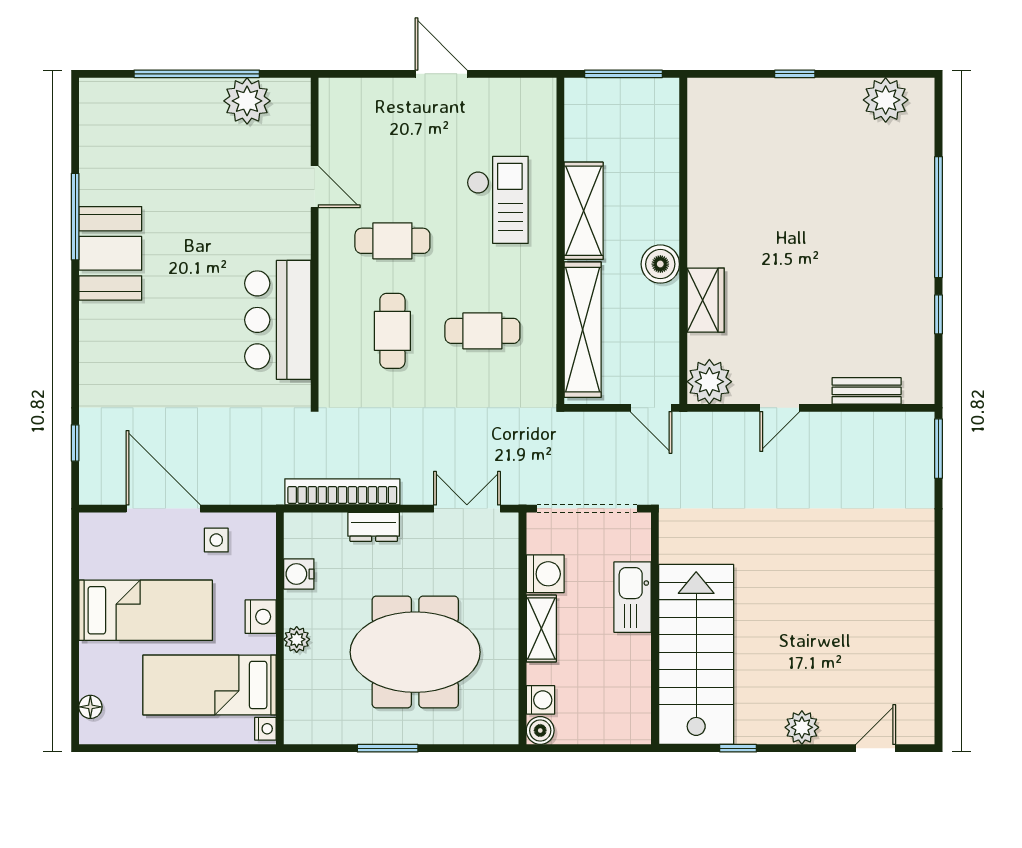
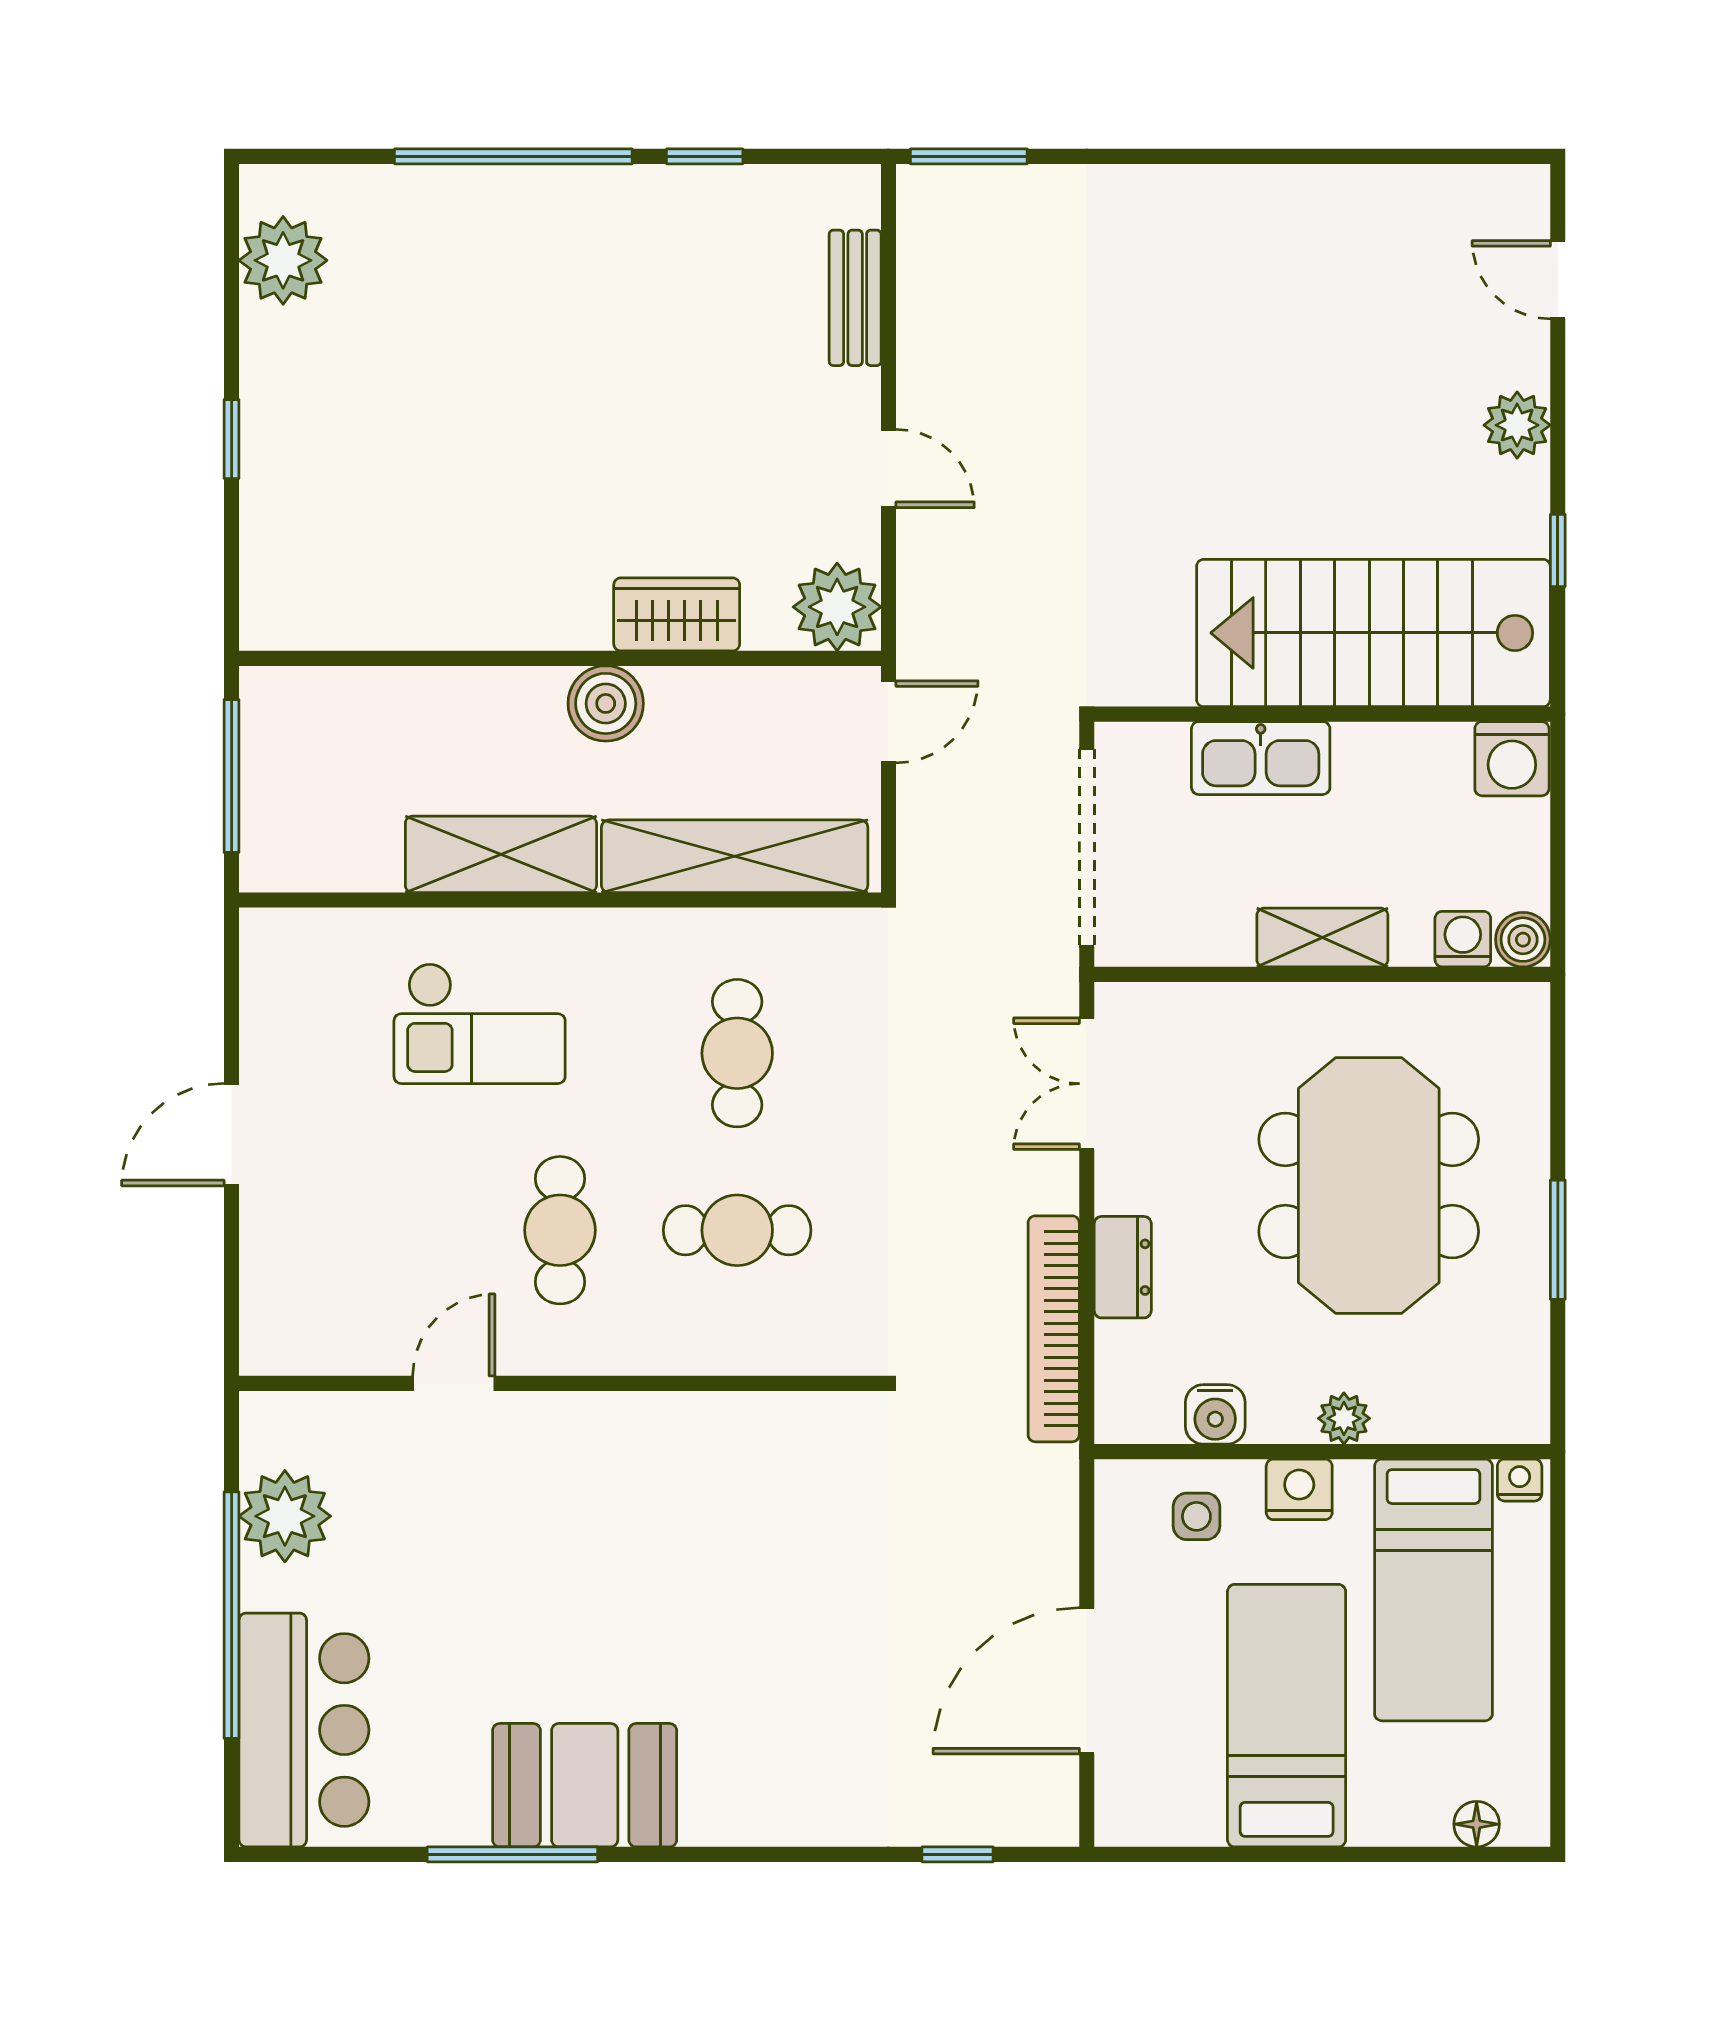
checkout: (498, 200) -> (480, 1023), turned 180
bar counter: (278, 320) -> (304, 1730), moved, turned -90
side table: (216, 540) -> (1196, 1516), moved
washing machine: (545, 574) -> (1512, 759), moved, turned 180

